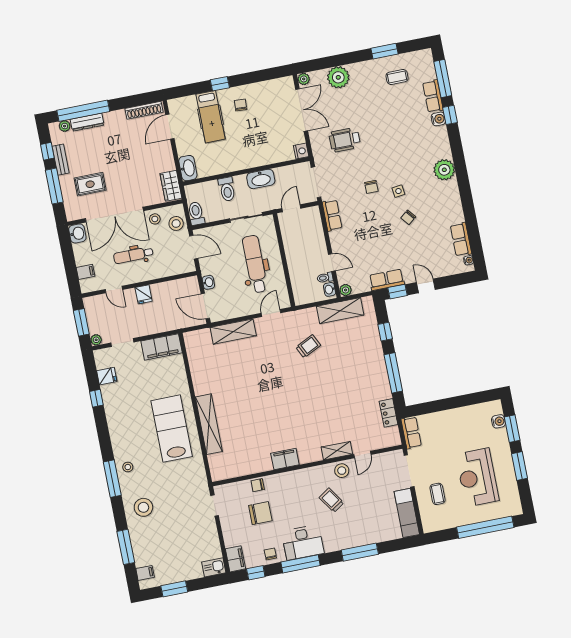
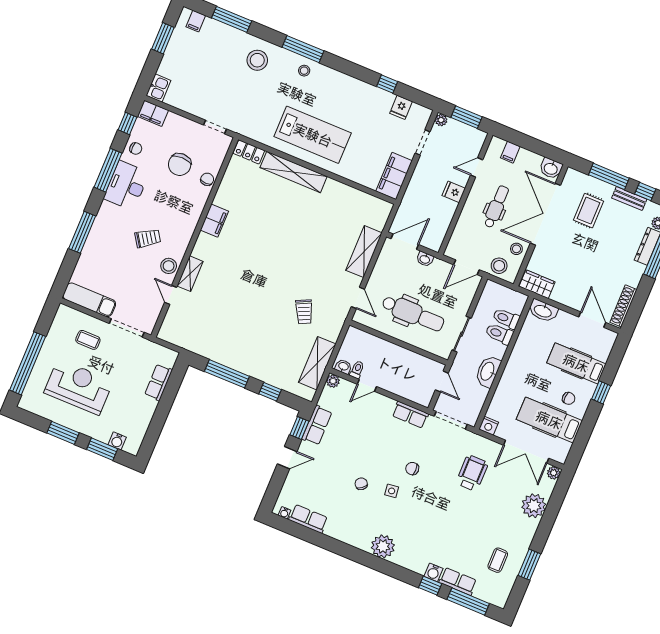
hospital bed: (266, 109) -> (549, 420), added
toilet: (196, 213) -> (506, 318), moved, turned 180
locker: (389, 413) -> (249, 152), moved, turned 180
row of seats: (411, 433) -> (158, 382), moved, turned 90

